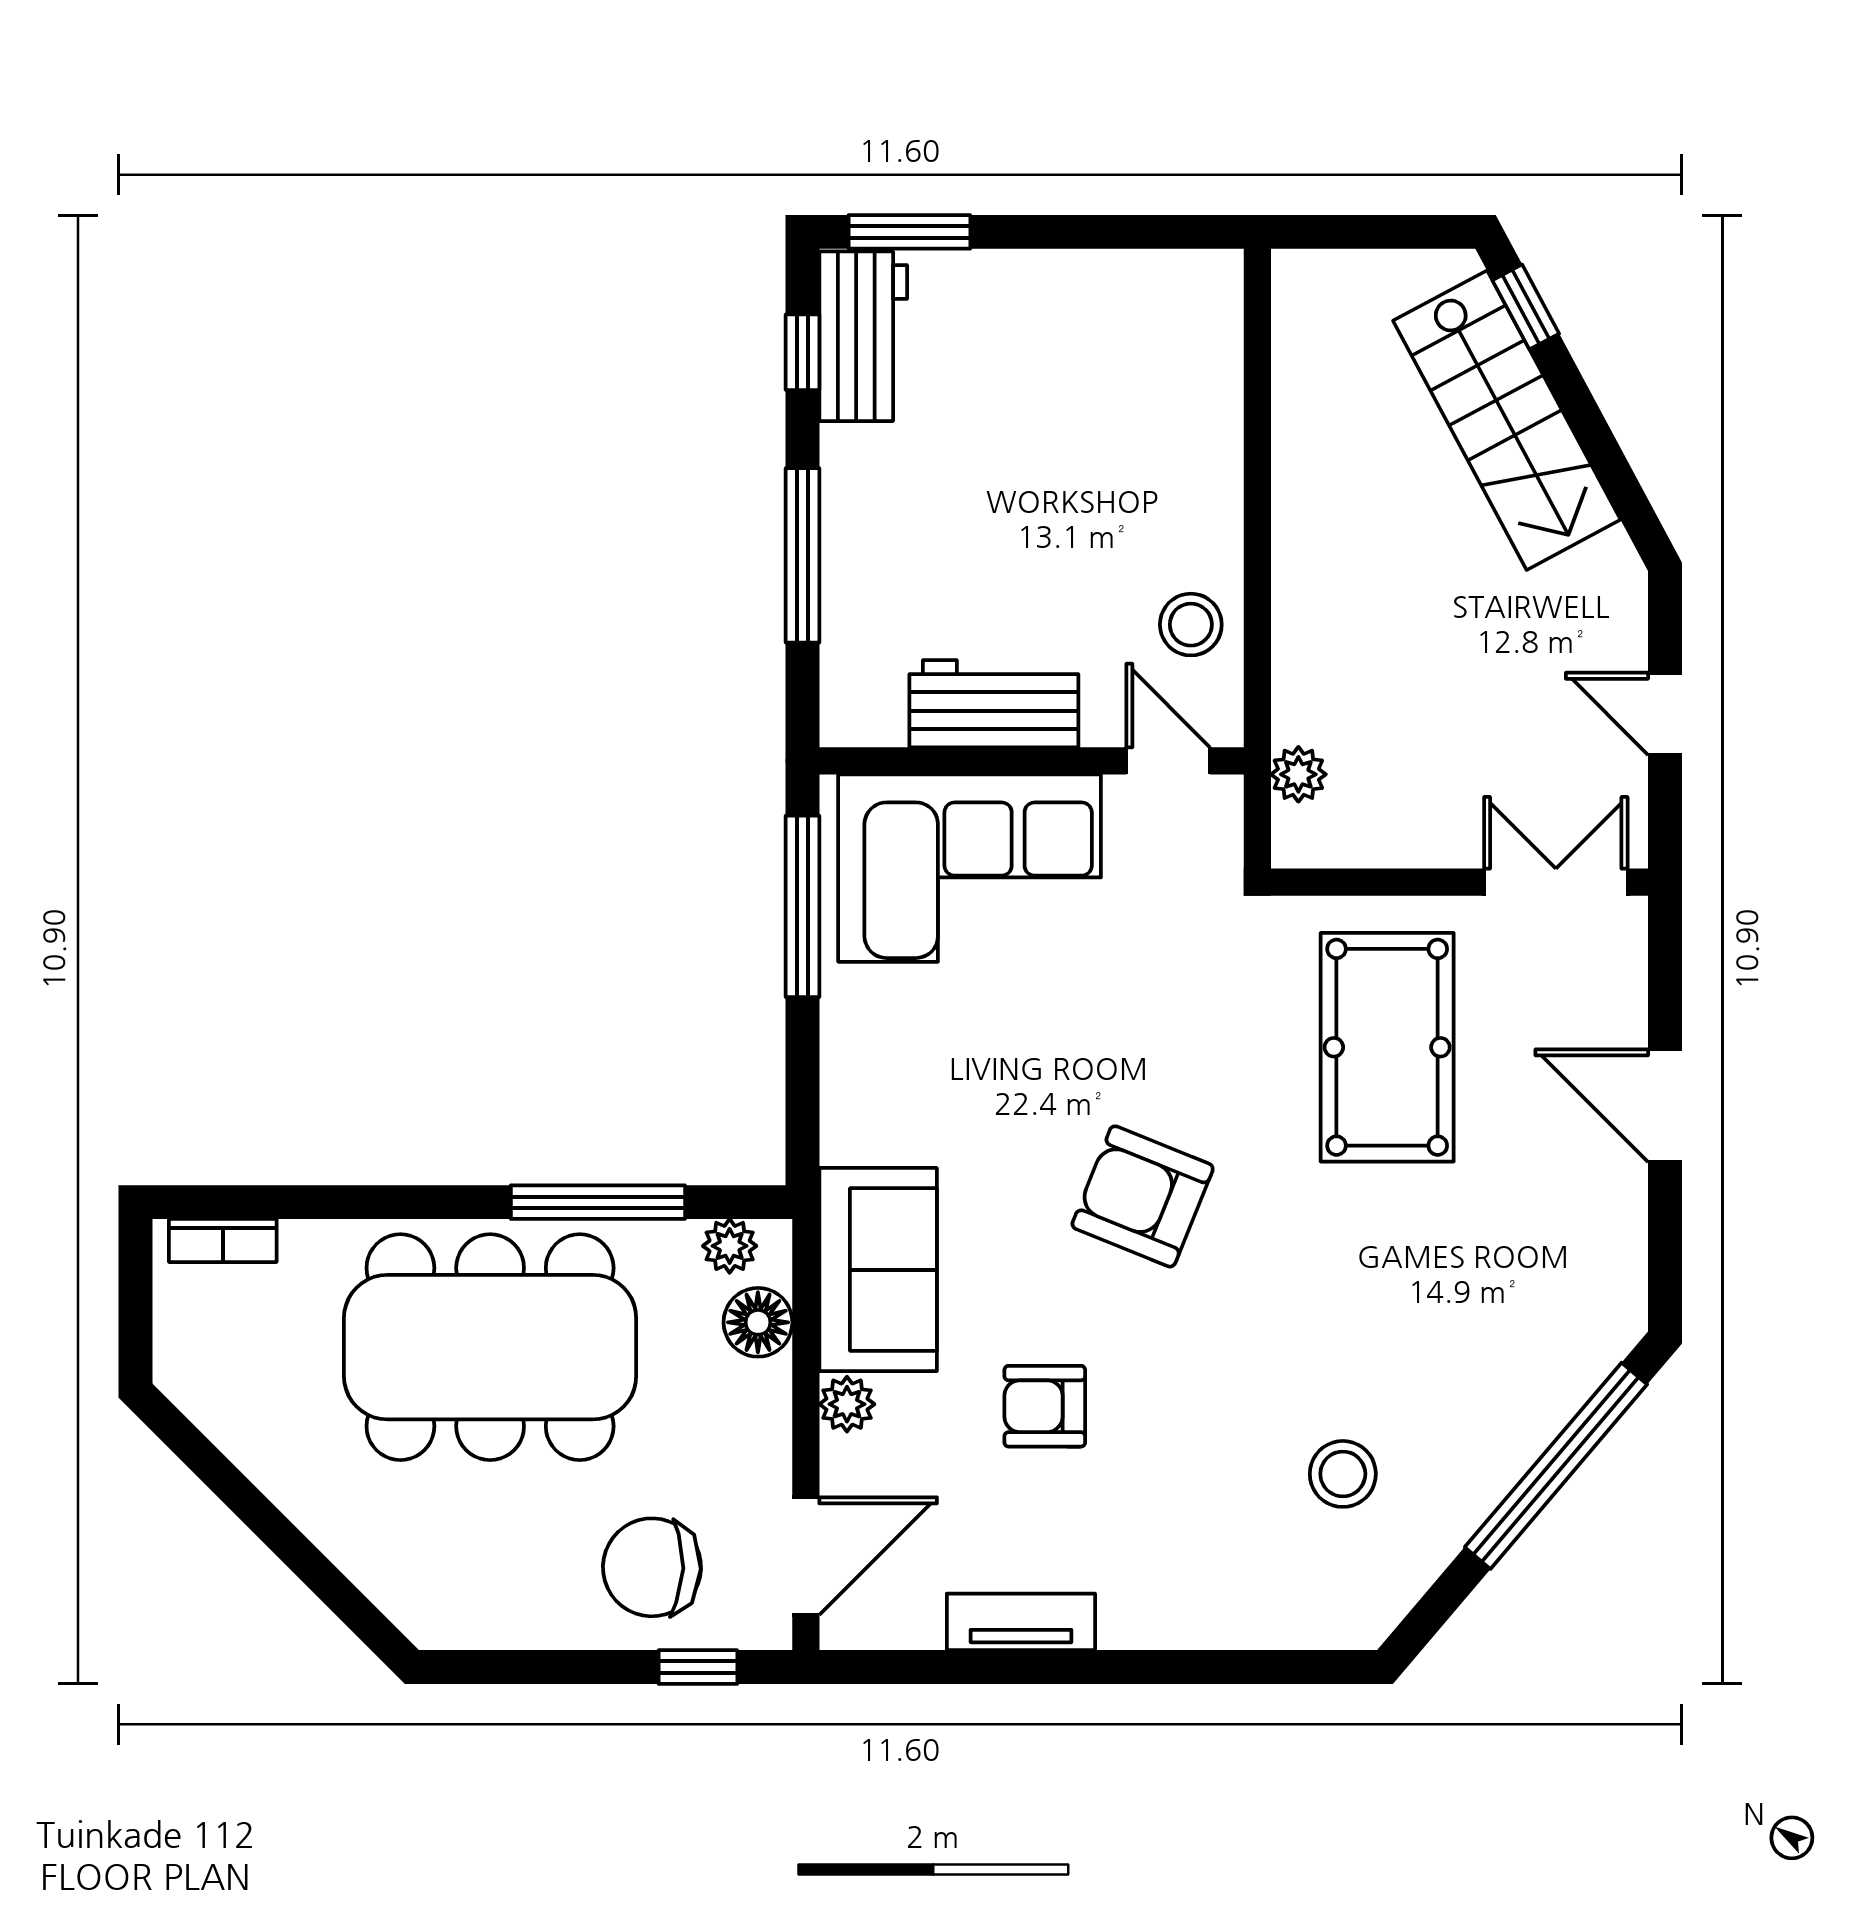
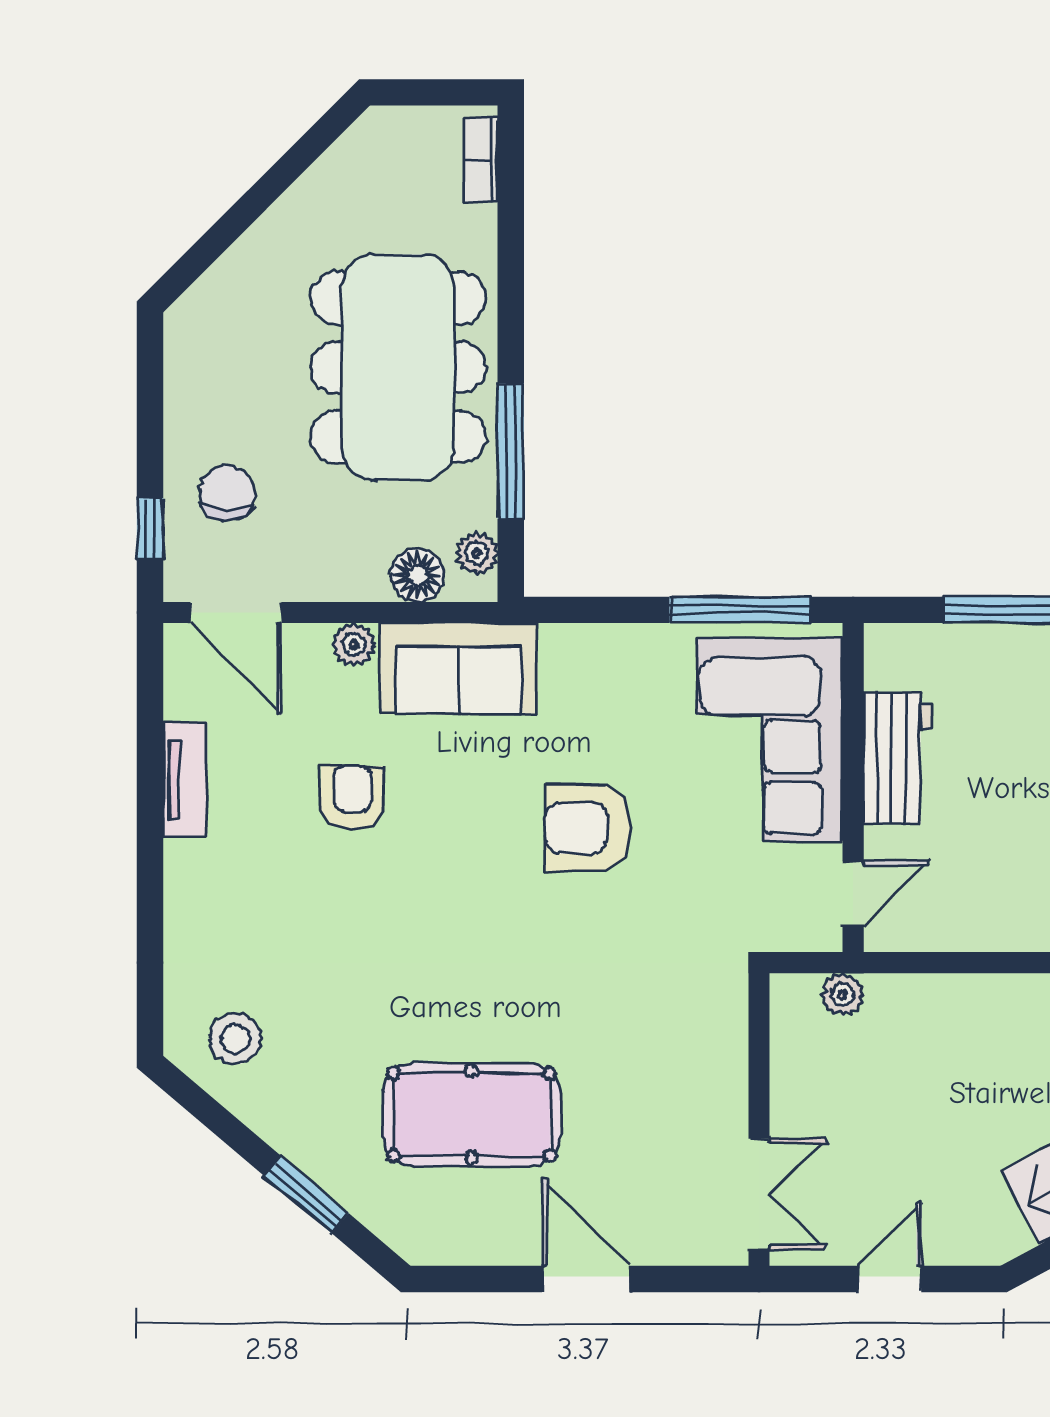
stool: (1191, 625) -> (959, 911), removed
pool table: (1387, 1047) -> (472, 1114), moved
door: (1665, 1106) -> (586, 1279), hinge flipped
armchair: (1143, 1196) -> (588, 828), moved, turned -112
window: (1556, 1466) -> (306, 1194), width x0.47
stool: (1343, 1474) -> (235, 1039), moved
chair: (652, 1567) -> (227, 493), width x0.73, depth x0.73

